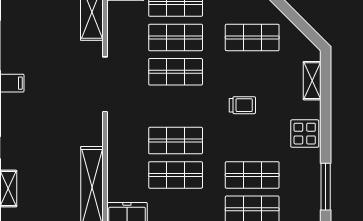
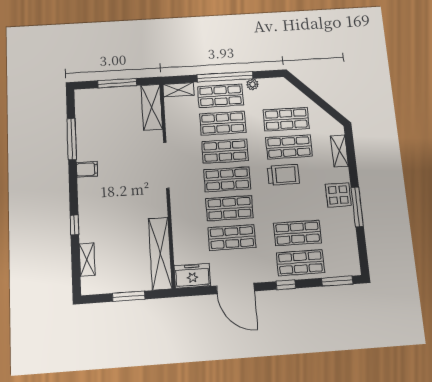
shop shelf: (252, 72) -> (289, 147), added
trolley: (242, 105) -> (283, 175), width x1.36, depth x1.39
shop shelf: (176, 106) -> (227, 179), added
window: (326, 187) -> (357, 207), moved

